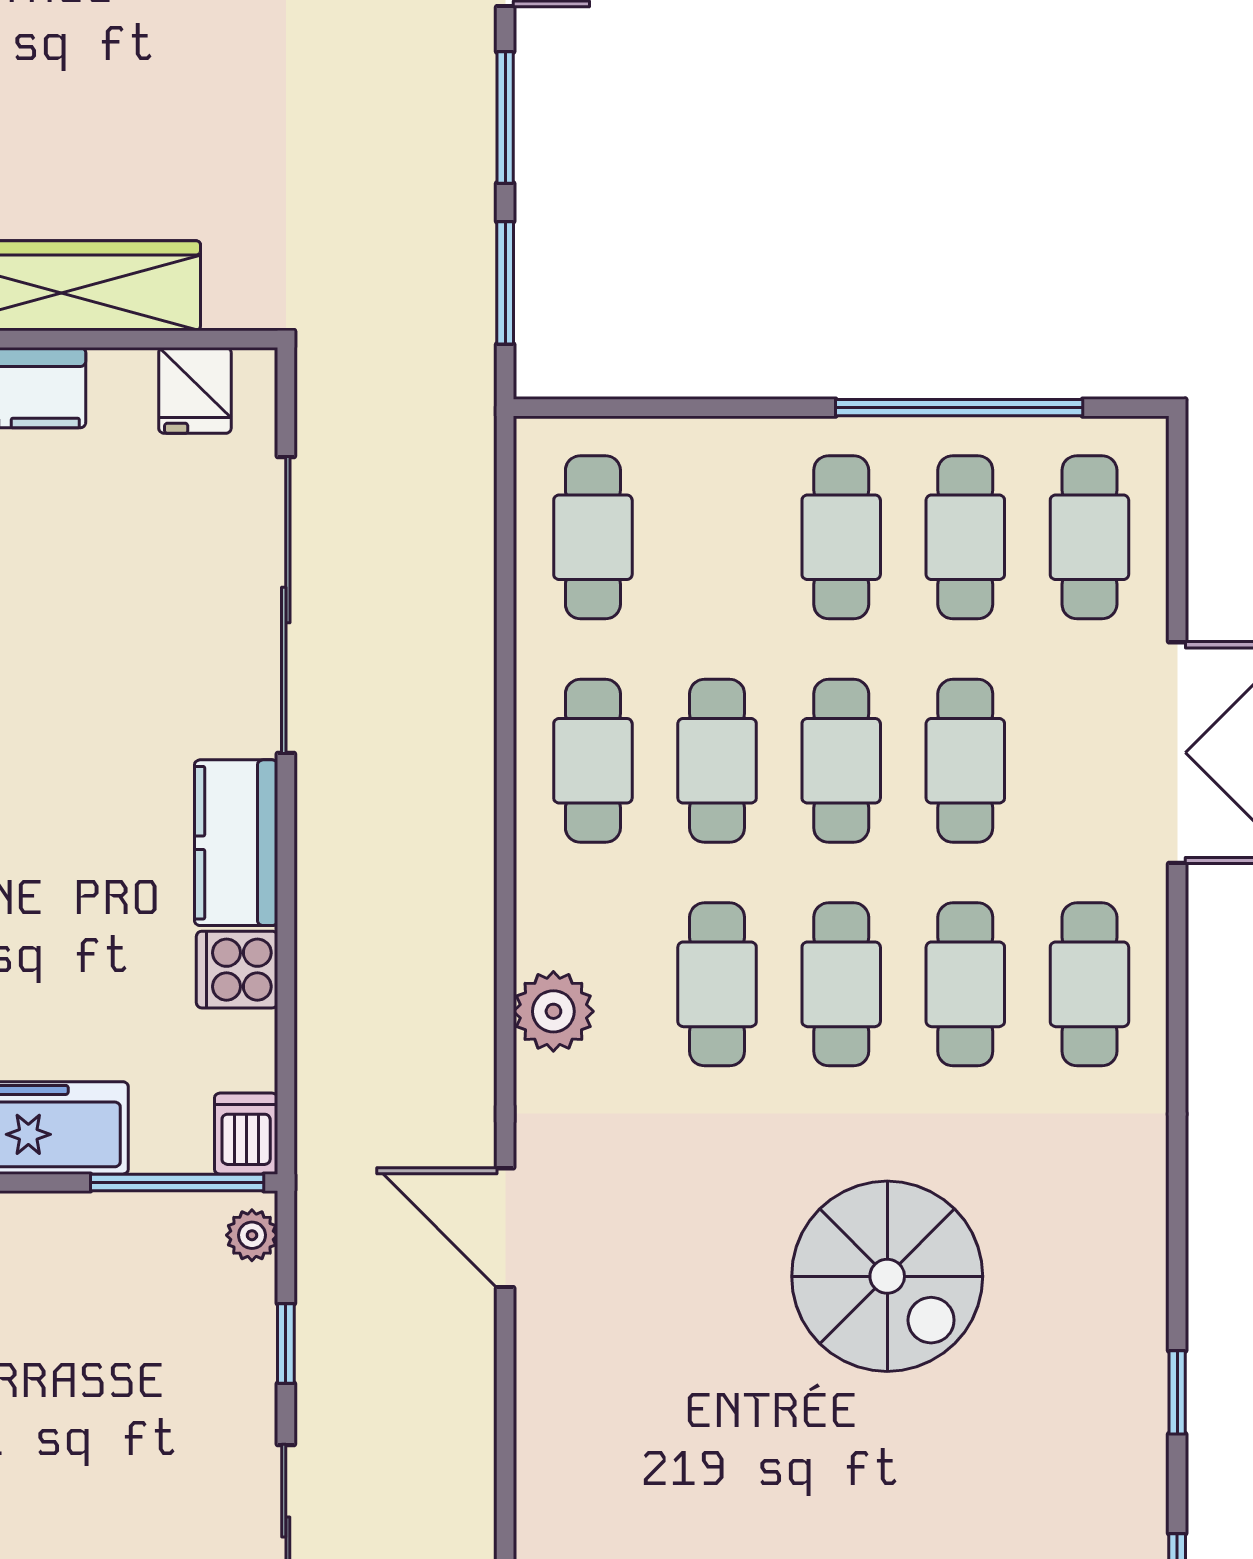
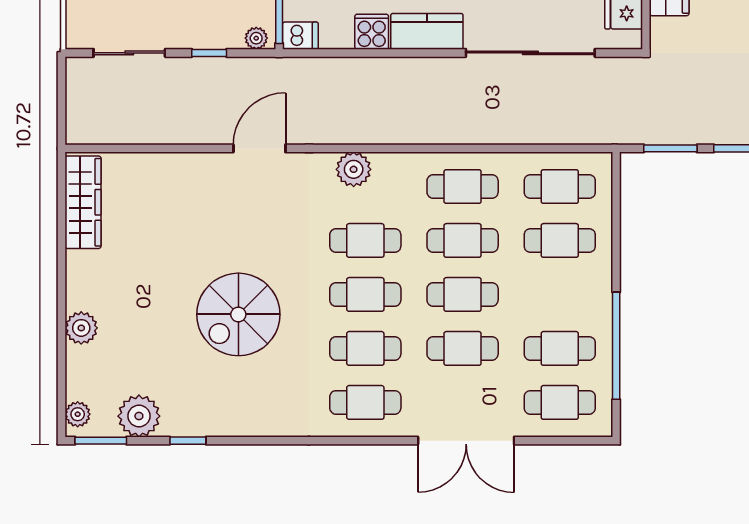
cafe table: (841, 537) -> (560, 240), moved
plant: (1121, 1505) -> (139, 416), added

